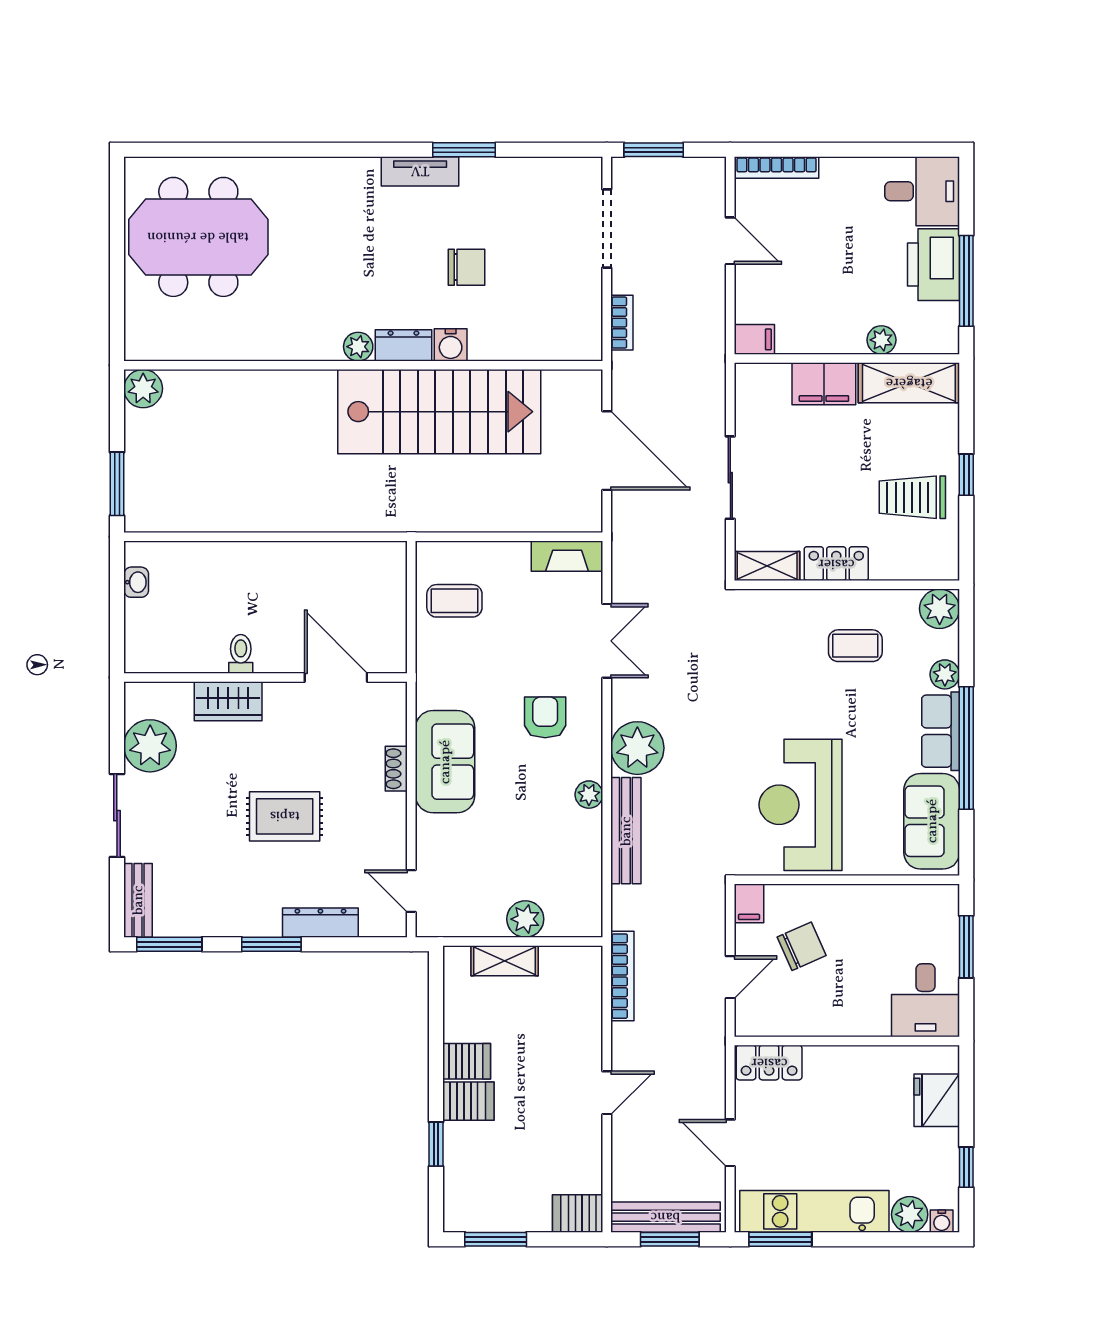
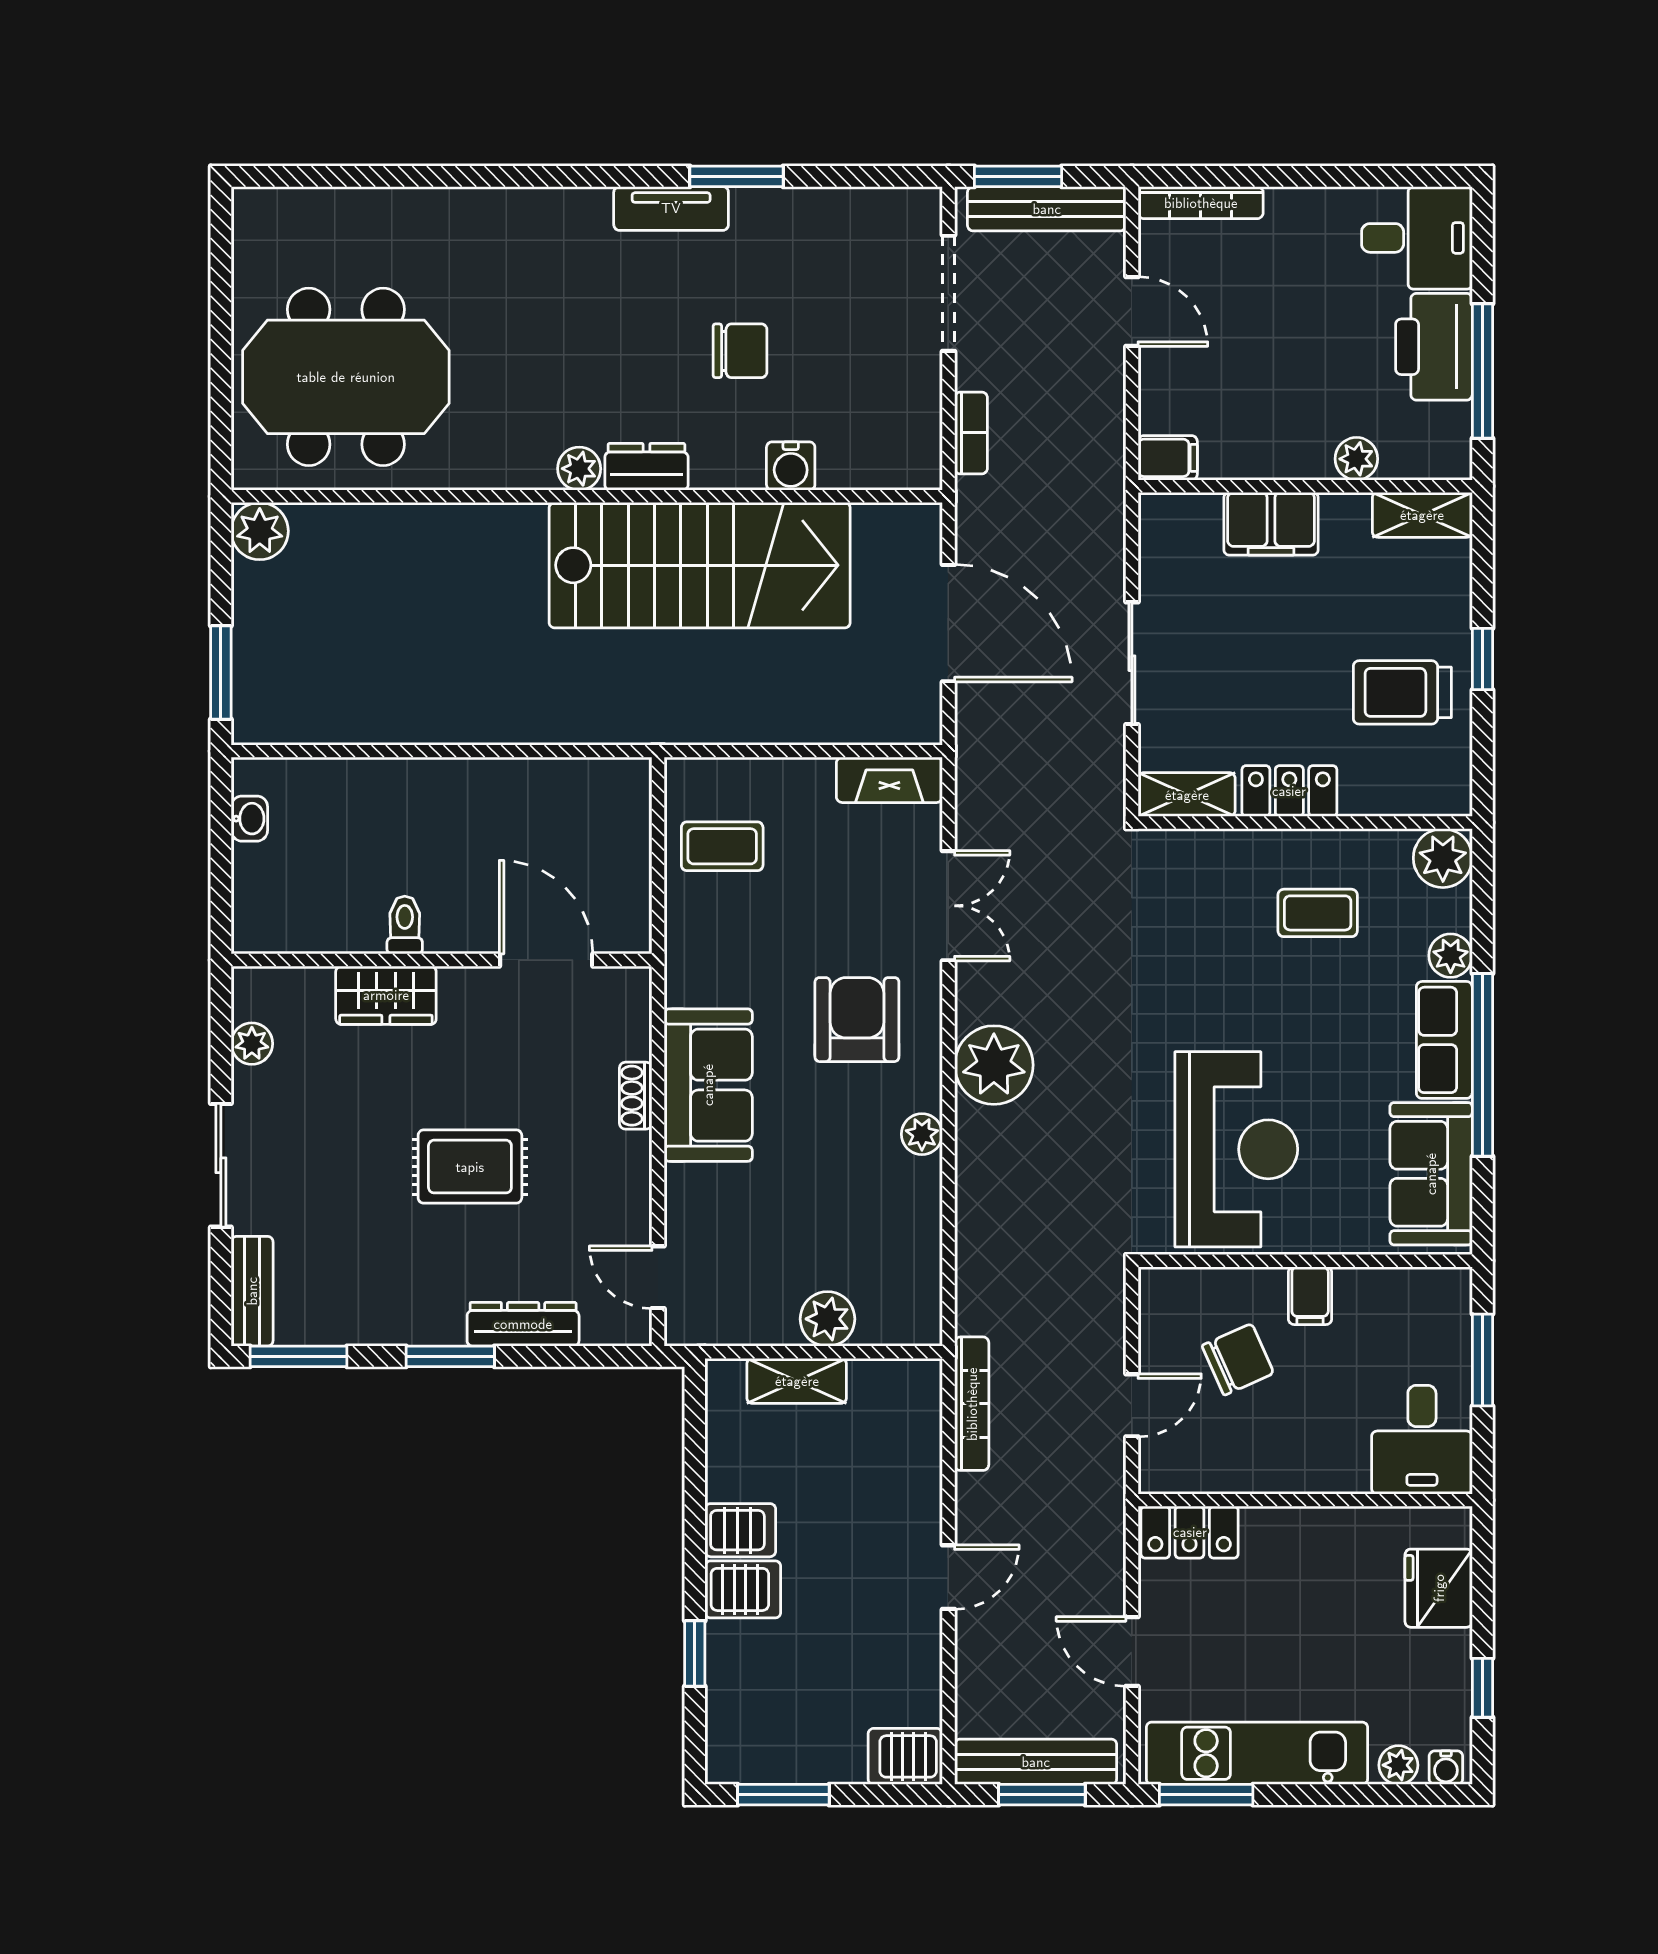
meeting table: (198, 237) -> (346, 377), moved
water cooler: (451, 345) -> (791, 466), moved
shelving: (909, 383) -> (1422, 515), width x0.67, depth x0.75
armchair: (545, 717) -> (857, 1020), width x1.38, depth x1.38
plant: (150, 746) -> (252, 1044), width x0.53, depth x0.53
reception desk: (801, 805) -> (1236, 1149), turned 180
bench: (626, 831) -> (1047, 209), moved, turned 90
filing cabinet: (749, 903) -> (1310, 1296), moved
plant: (910, 1214) -> (1398, 1765), width x0.73, depth x0.73

